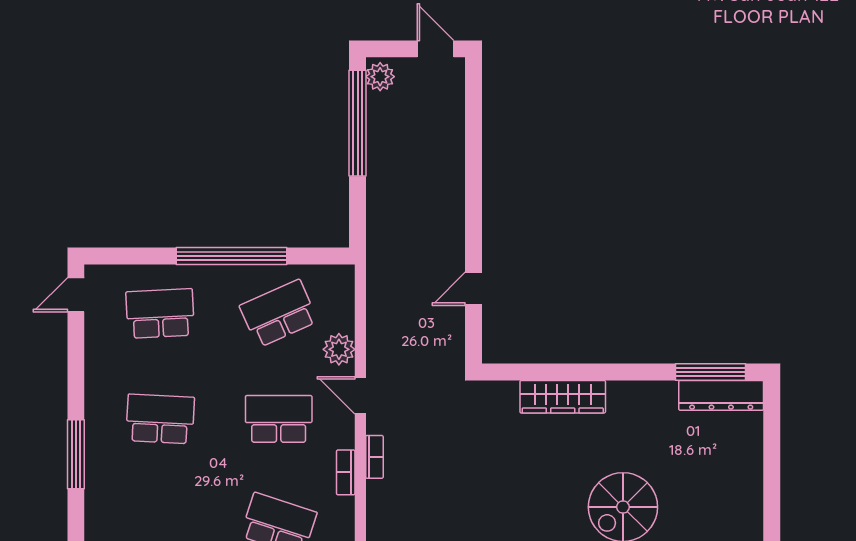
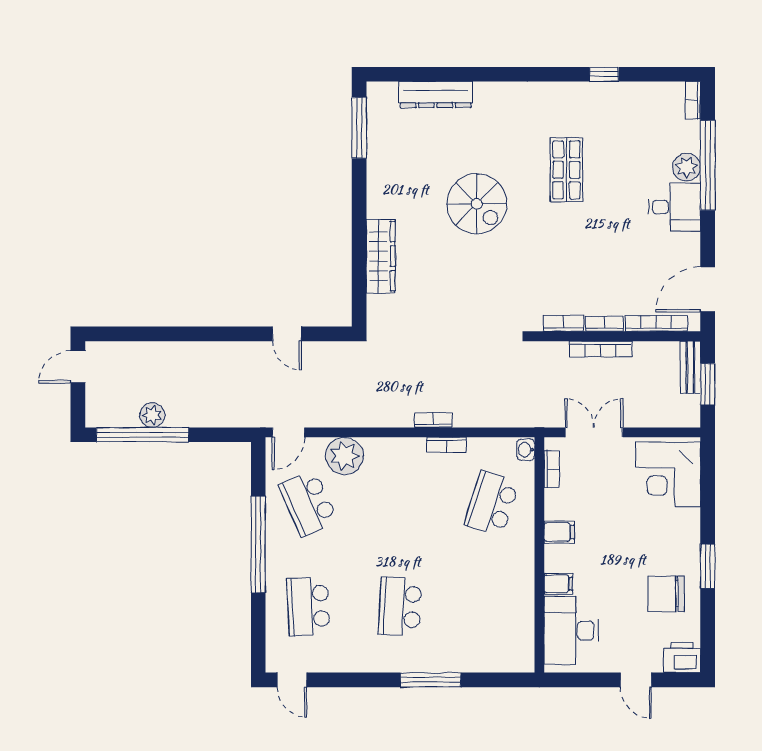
plant: (380, 77) -> (152, 415), moved
plant: (339, 349) -> (344, 456), width x1.36, depth x1.36
door: (360, 395) -> (288, 432), moved
dresser: (721, 395) -> (436, 95), moved, turned 90
school desk: (279, 419) -> (400, 503), removed

